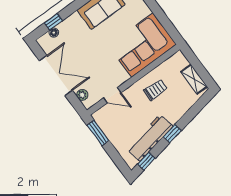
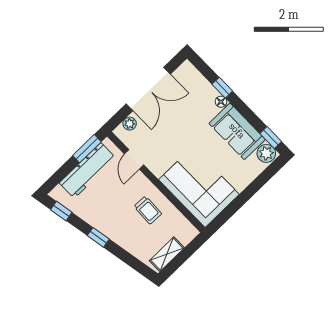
window: (53, 22) -> (222, 88), moved
floor lamp: (54, 33) -> (221, 102), moved
workbench: (150, 138) -> (88, 171), moved, turned 100

